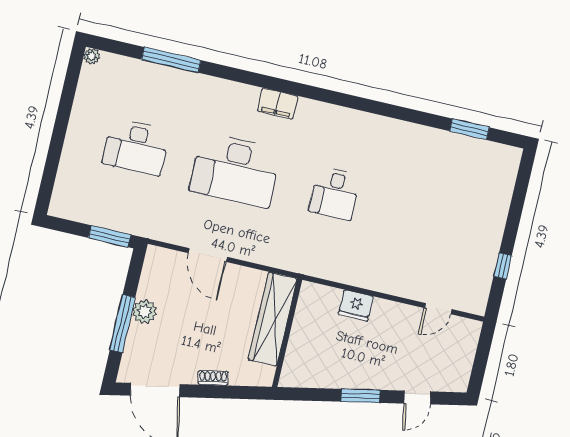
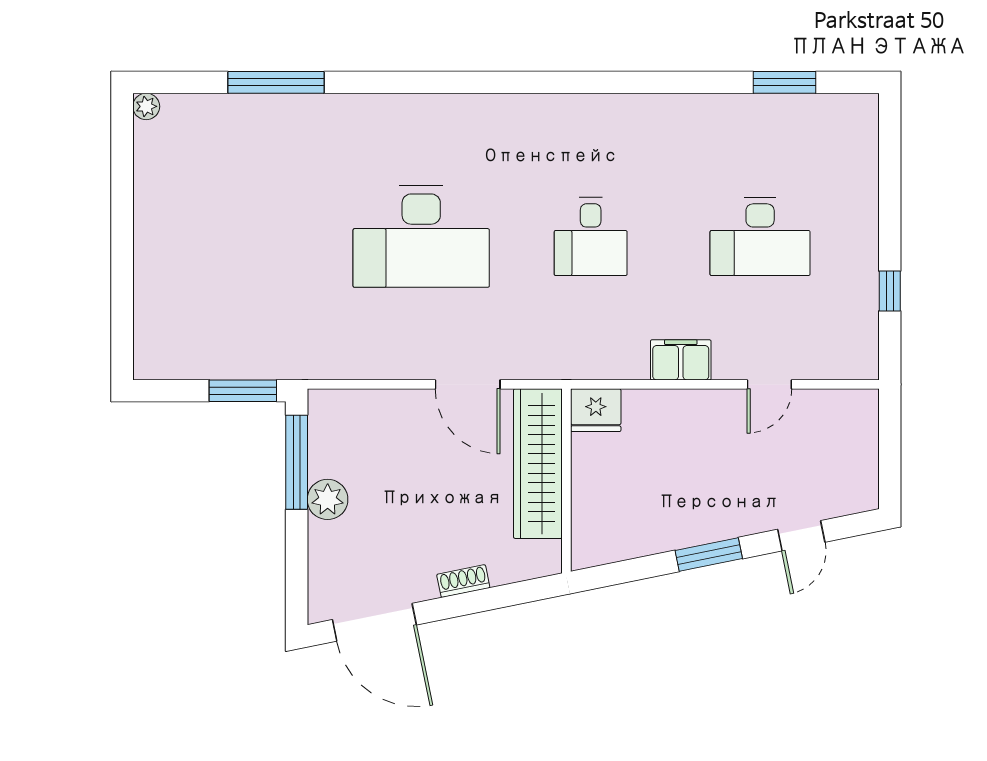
filing cabinet: (277, 104) -> (681, 360), moved, turned 180
desk: (136, 147) -> (760, 237), moved
door: (208, 255) -> (468, 384), moved
fridge: (356, 305) -> (596, 410), moved
door: (438, 309) -> (769, 384), moved
window: (123, 324) -> (297, 462), moved

